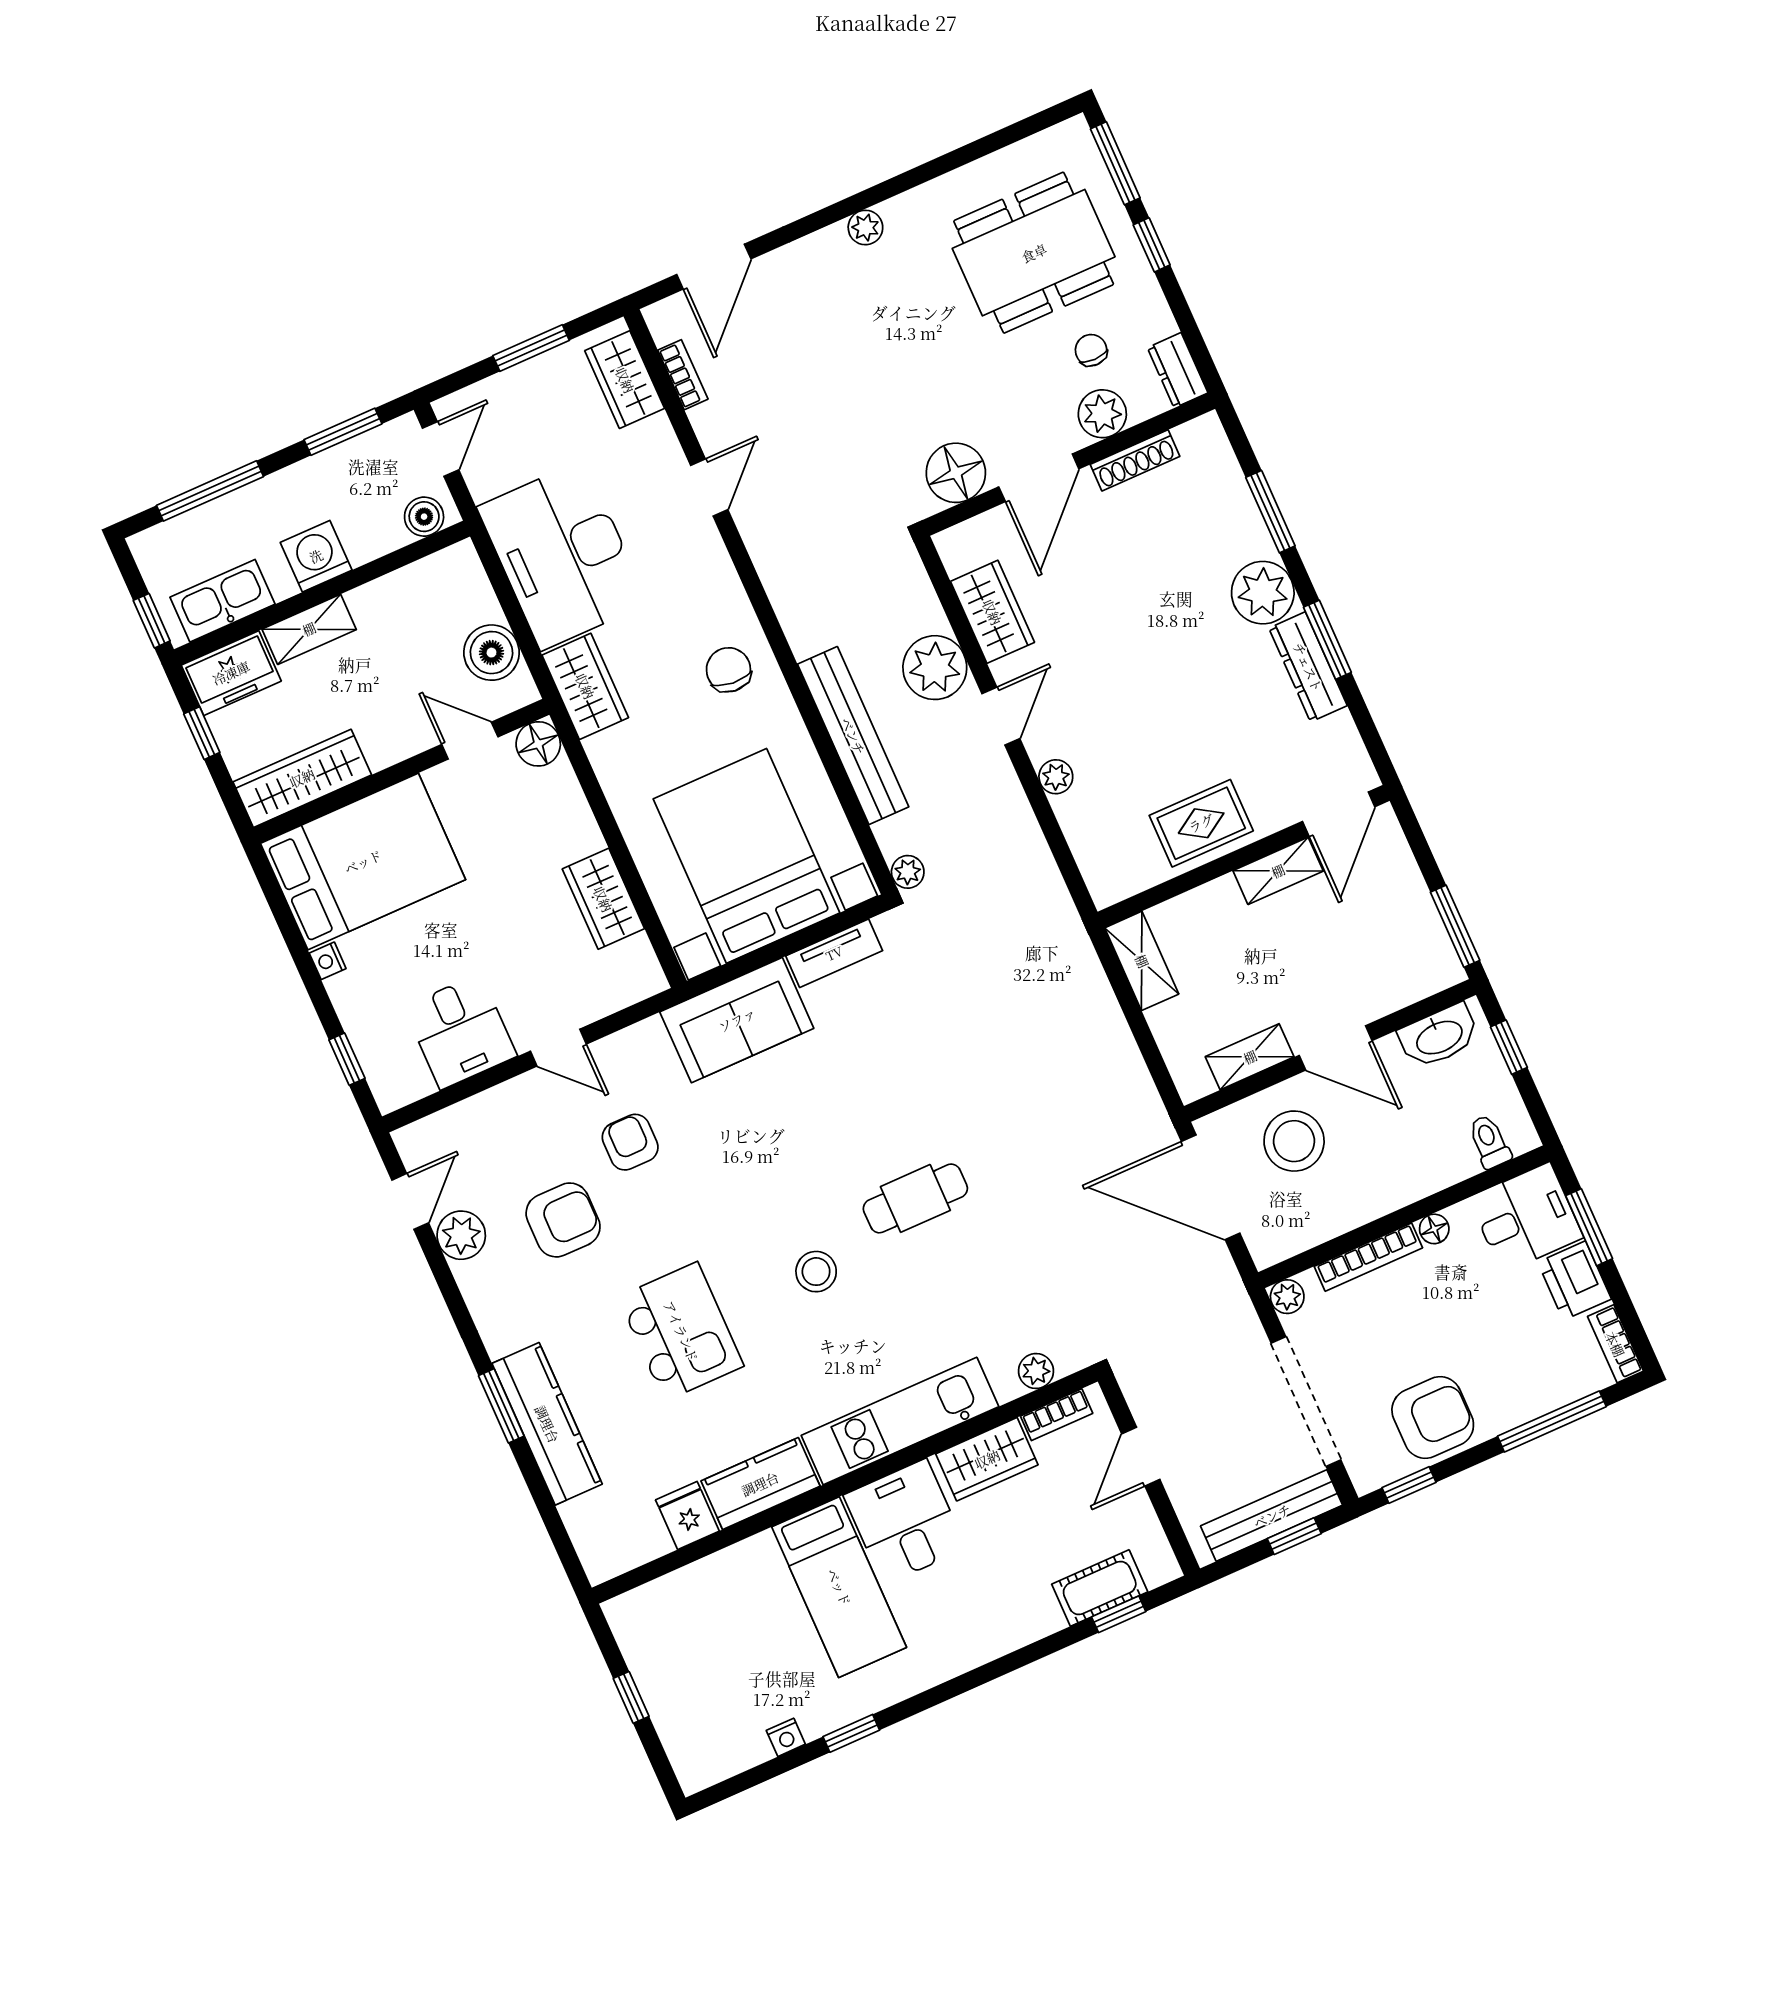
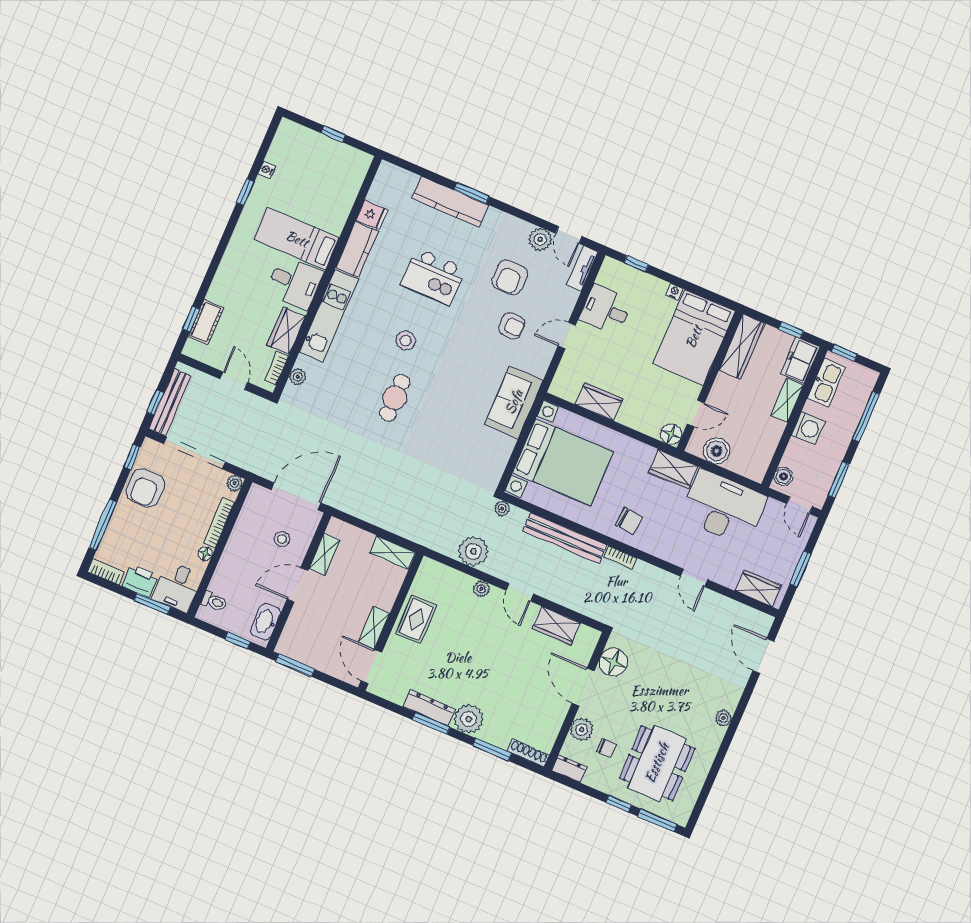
bookcase: (683, 375) -> (620, 557), moved
shoe rack: (1135, 460) -> (528, 753), moved, turned 90
plant: (935, 668) -> (473, 551), moved
tv unit: (834, 953) -> (582, 268), moved
stool: (1294, 1141) -> (282, 539), width x0.53, depth x0.53

